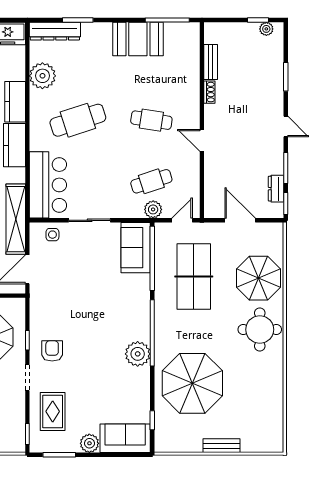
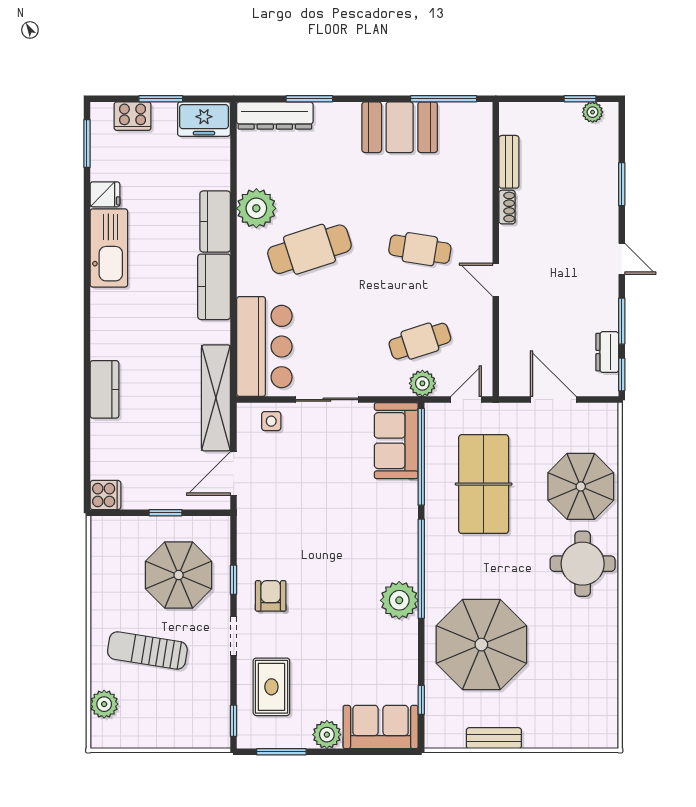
plant: (42, 76) -> (256, 208), moved
bench: (222, 446) -> (494, 738), moved

